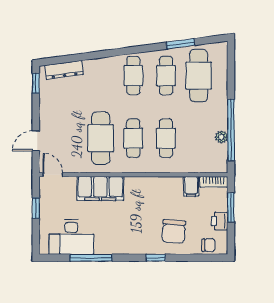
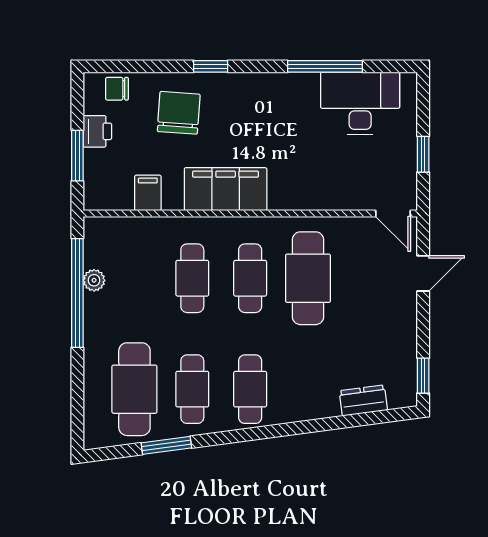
dresser: (64, 70) -> (363, 400), width x0.70
bookcase: (213, 182) -> (108, 201), removed
filing cabinet: (100, 188) -> (226, 189), moved

